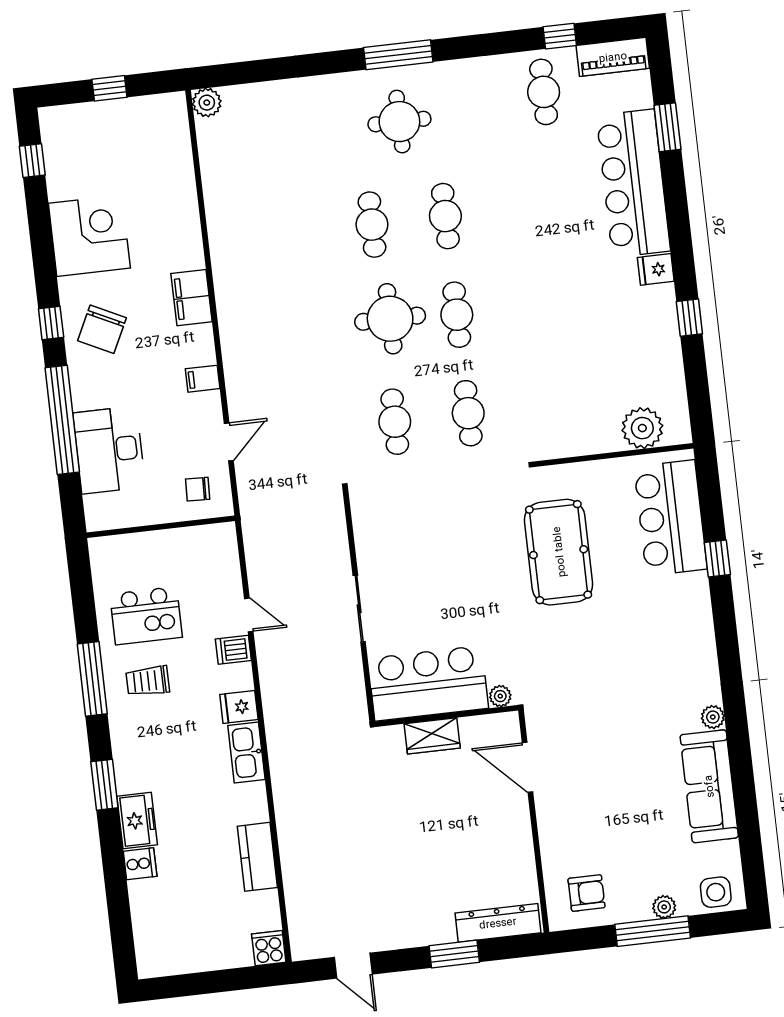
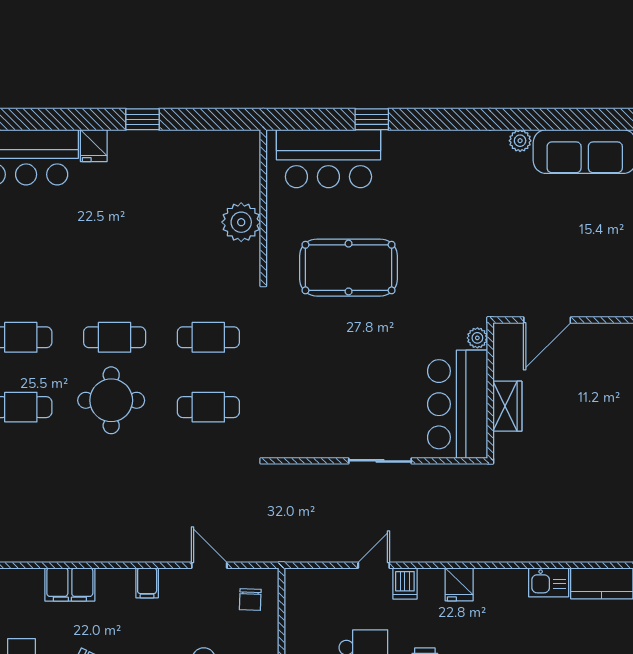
plant: (642, 428) -> (241, 222), moved
kitchen sink: (246, 752) -> (549, 582), moved, width x0.73

